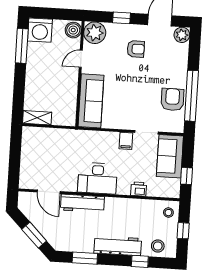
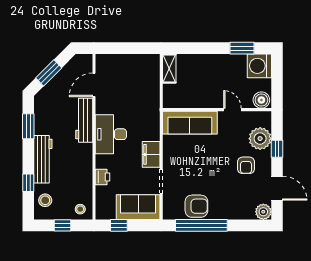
plant: (95, 33) -> (260, 139), moved
window: (22, 46) -> (242, 48), width x0.69
filing cabinet: (126, 141) -> (151, 154), width x2.00

